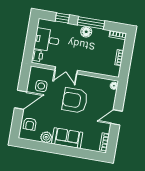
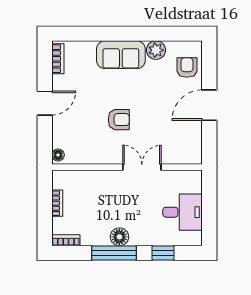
printer: (37, 56) -> (194, 183), removed
side table: (41, 86) -> (179, 134), removed
armchair: (75, 100) -> (119, 120), width x0.53, depth x0.53

